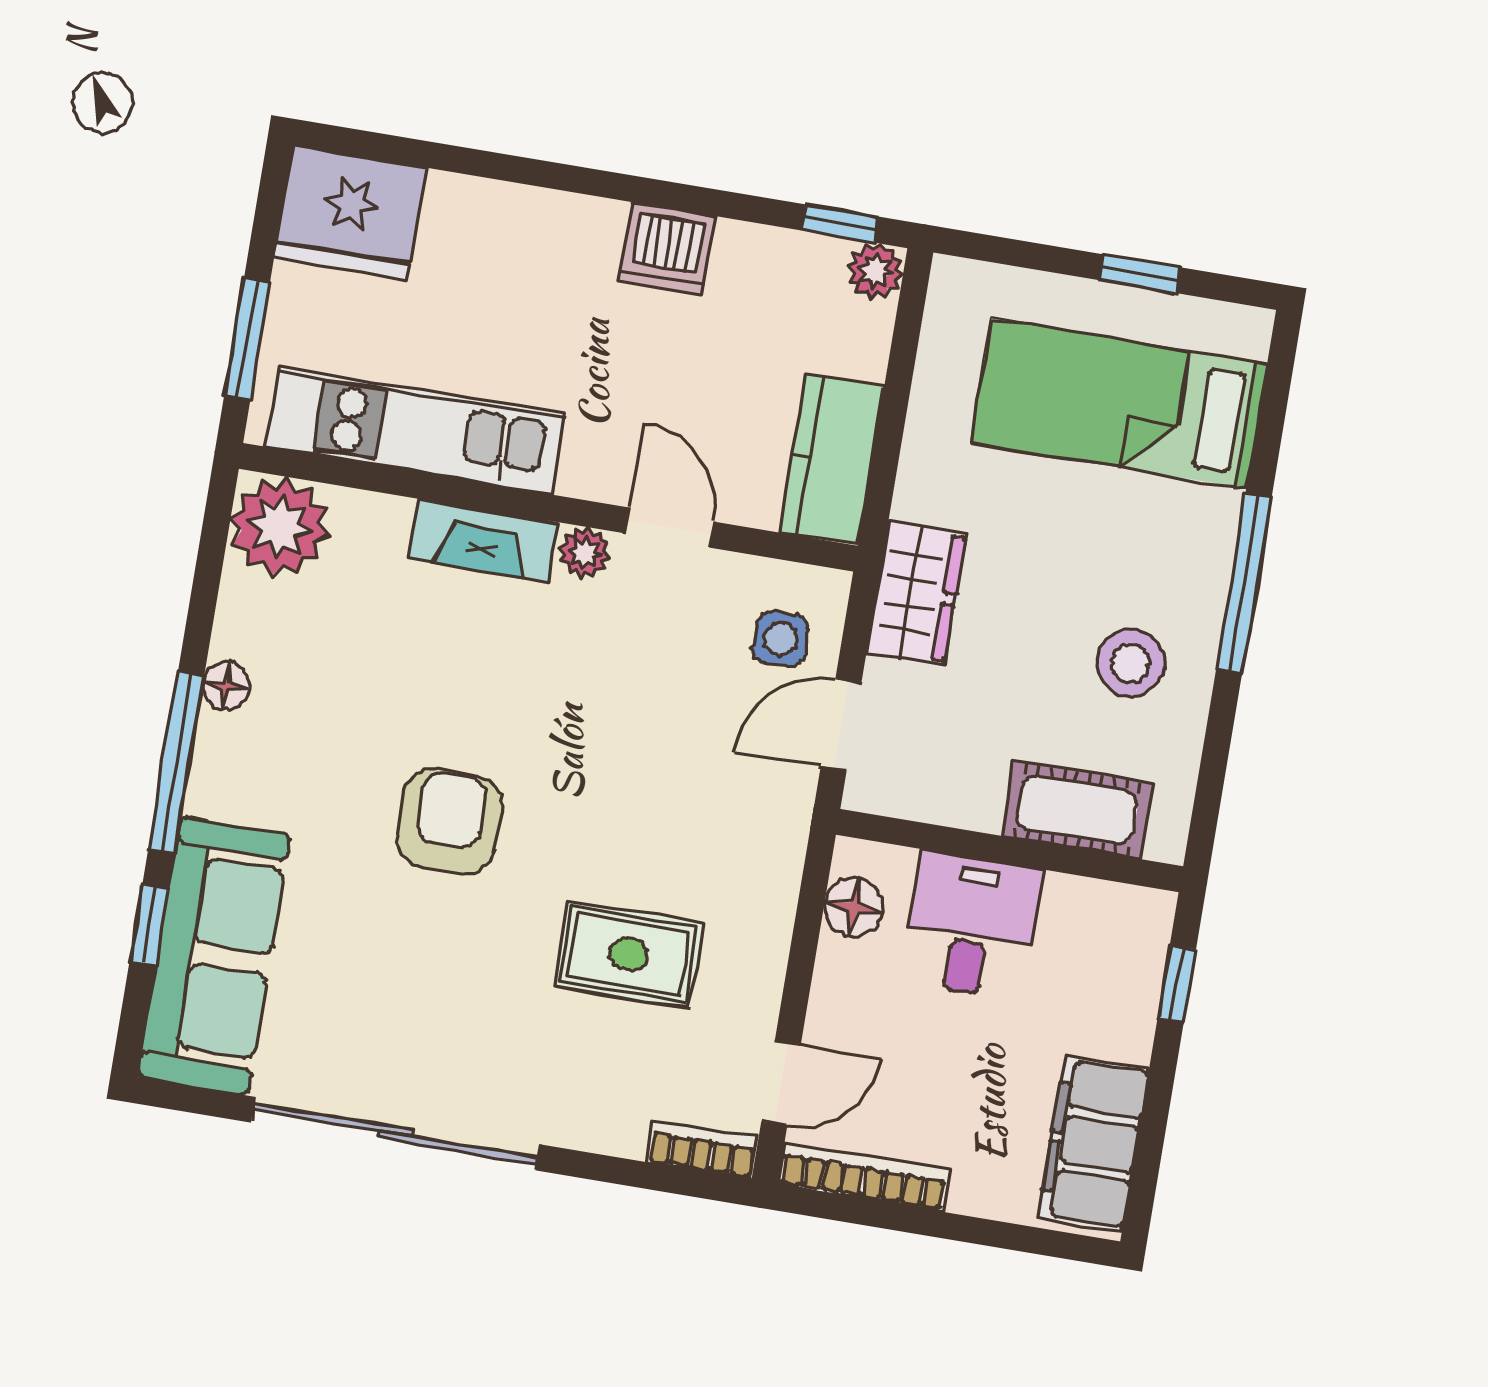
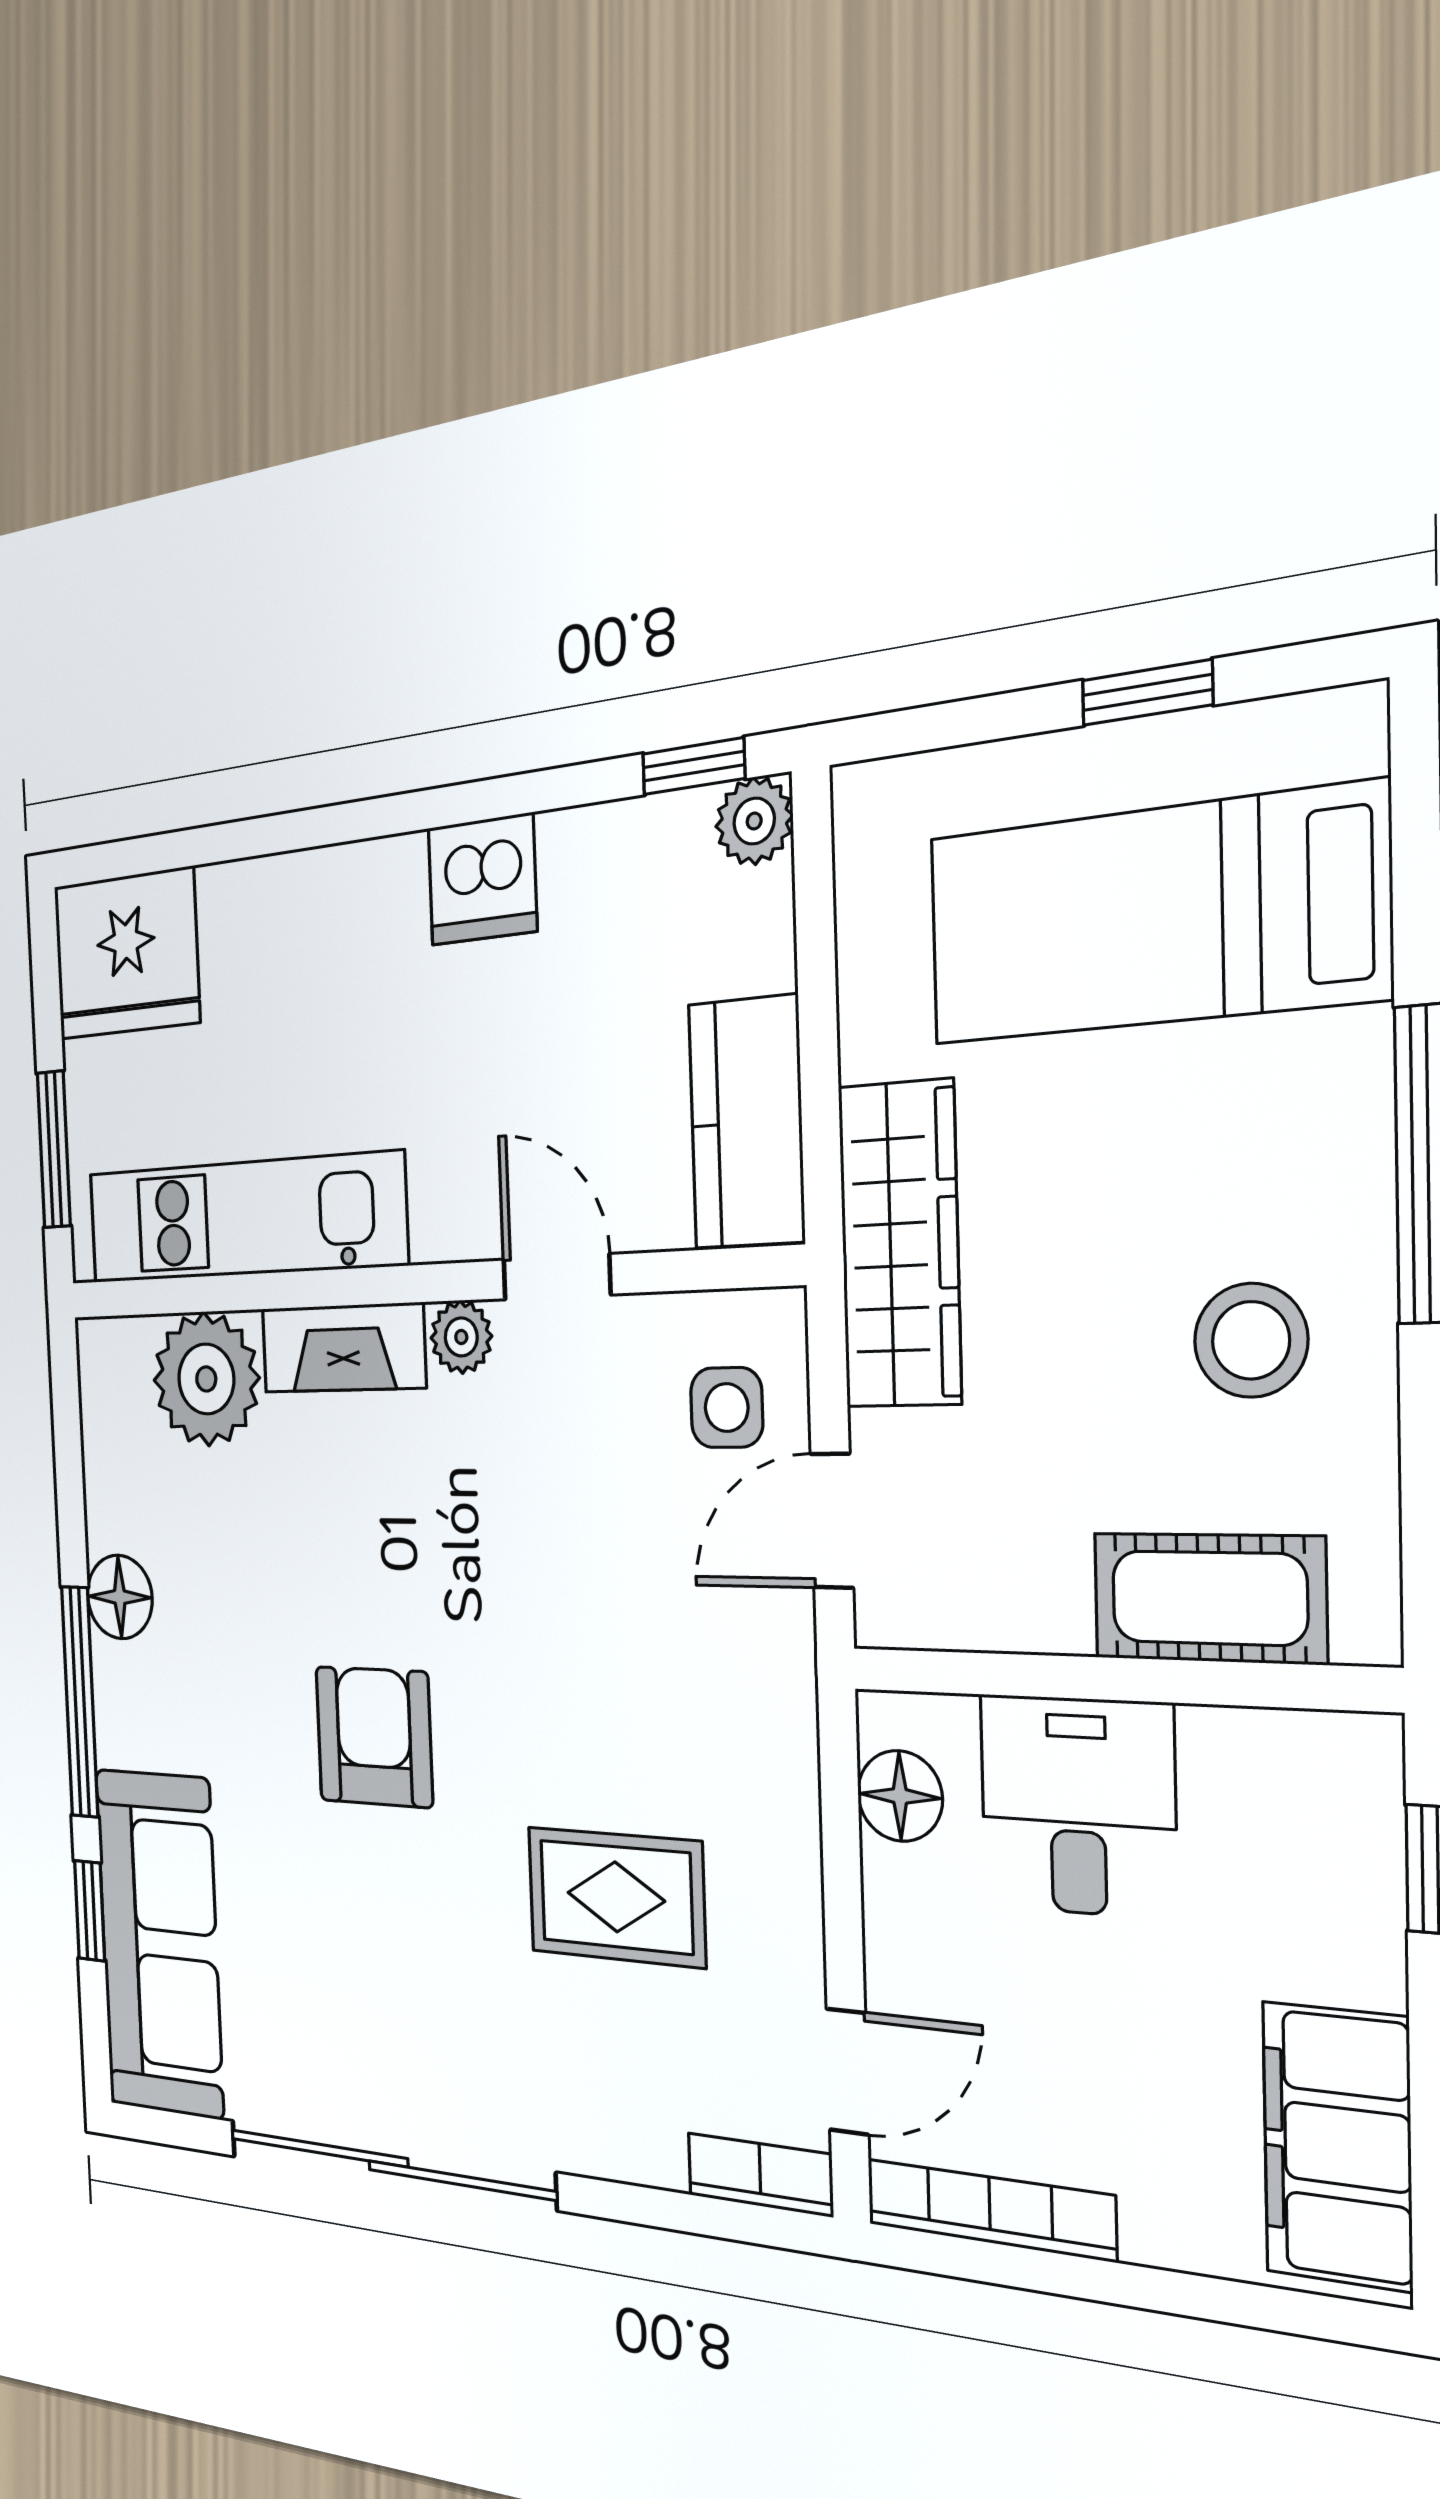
plant: (280, 526) -> (206, 1379), moved
wardrobe: (916, 593) -> (900, 1245), width x1.50
floor lamp: (226, 686) -> (120, 1597), width x1.37, depth x1.37

